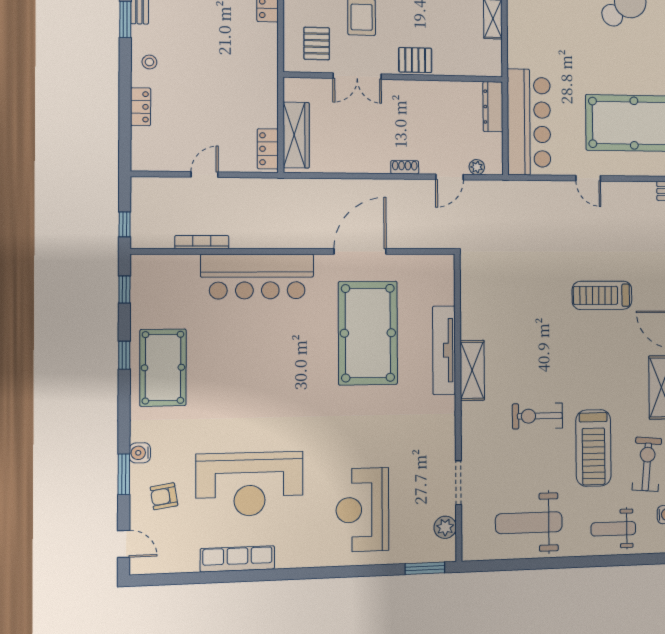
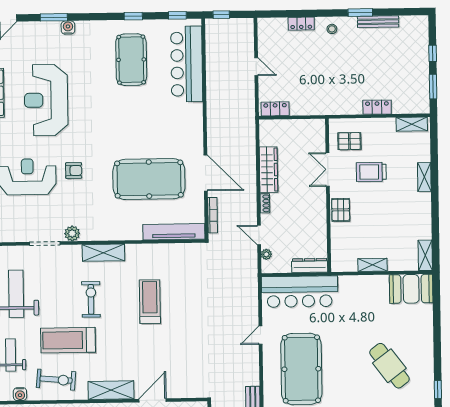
wardrobe: (296, 135) -> (268, 170), moved, turned -90
bookcase: (202, 242) -> (213, 215), moved
bar counter: (257, 276) -> (187, 64), moved
treadmill: (602, 295) -> (150, 302), moved
tv unit: (444, 350) -> (174, 232), moved
pool table: (163, 368) -> (131, 60), moved, turned 90
shelving: (472, 370) -> (103, 253), moved
armchair: (164, 496) -> (74, 171), moved, turned 99
plant: (445, 527) -> (72, 233), moved

